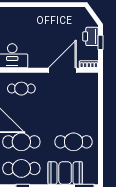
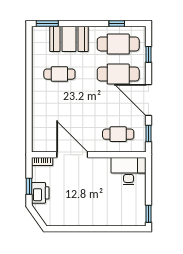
door: (62, 70) -> (72, 155), swing flipped
cafe table: (73, 142) -> (59, 74), width x0.73, depth x0.74

